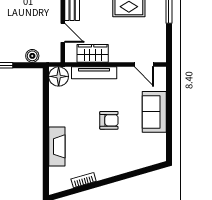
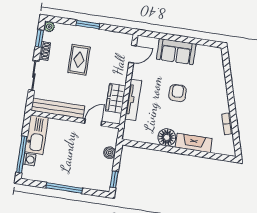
floor lamp: (59, 76) -> (167, 137), moved

